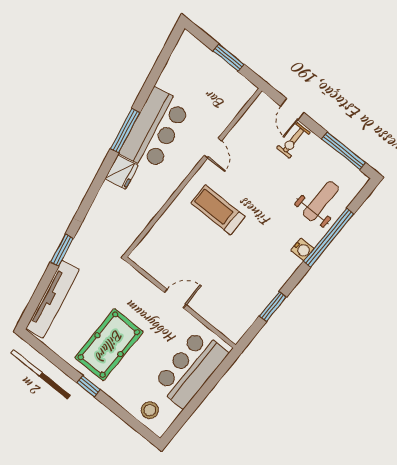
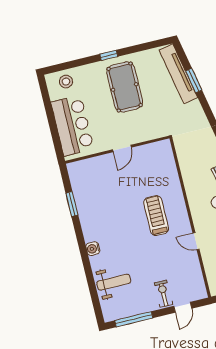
door: (292, 109) -> (183, 307), swing flipped
weight bench: (321, 201) -> (114, 282), turned -90
treadmill: (218, 210) -> (156, 216), turned -90
window: (329, 238) -> (88, 270), removed
window: (62, 250) -> (194, 80), moved

